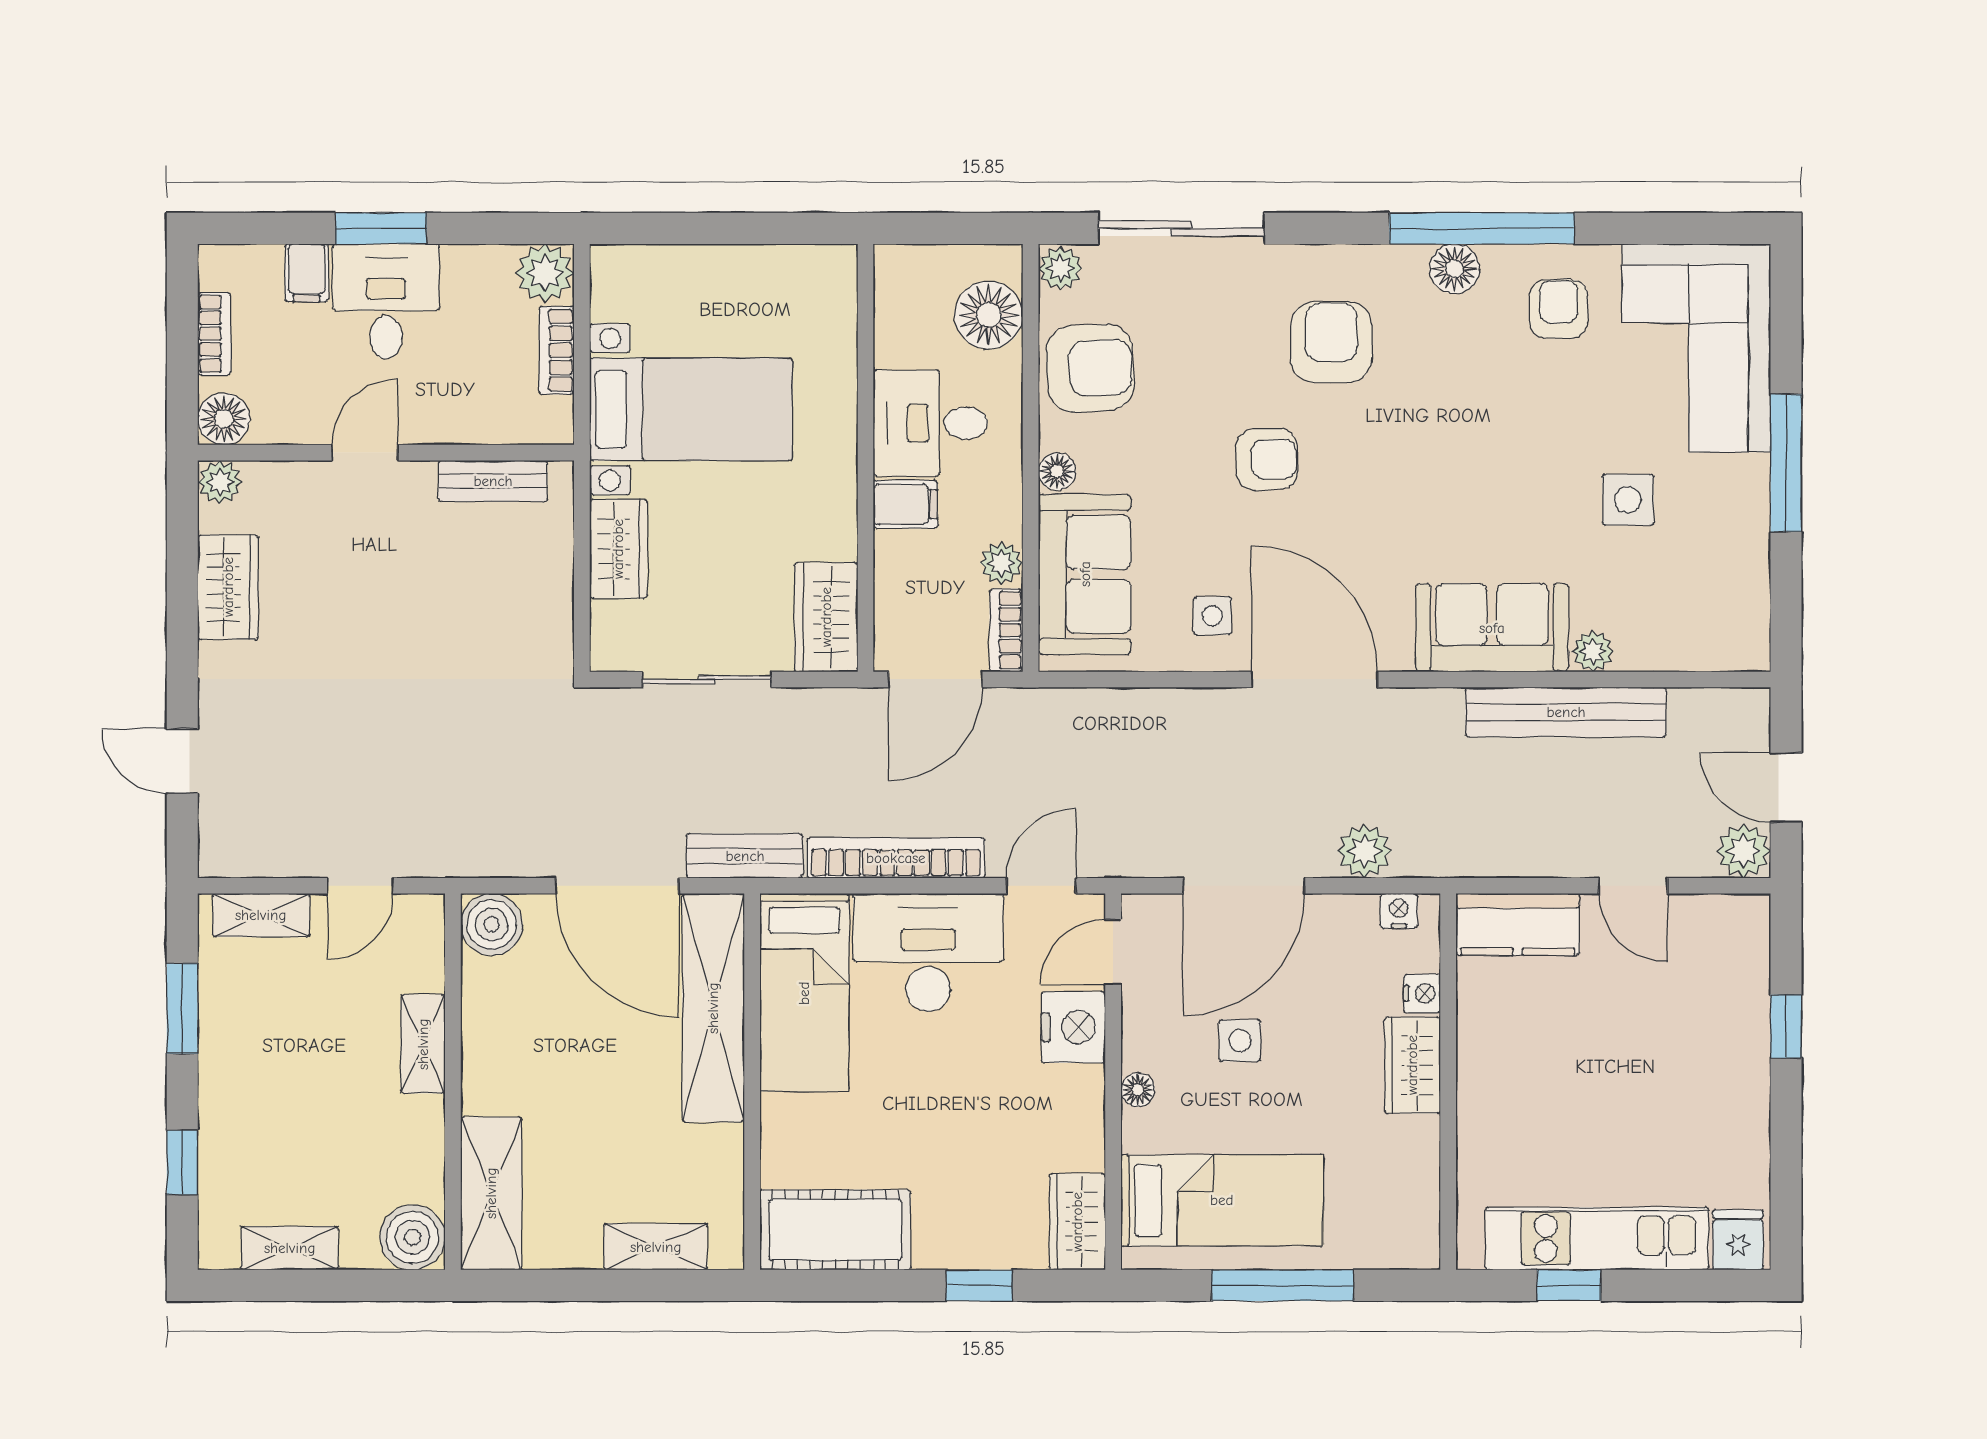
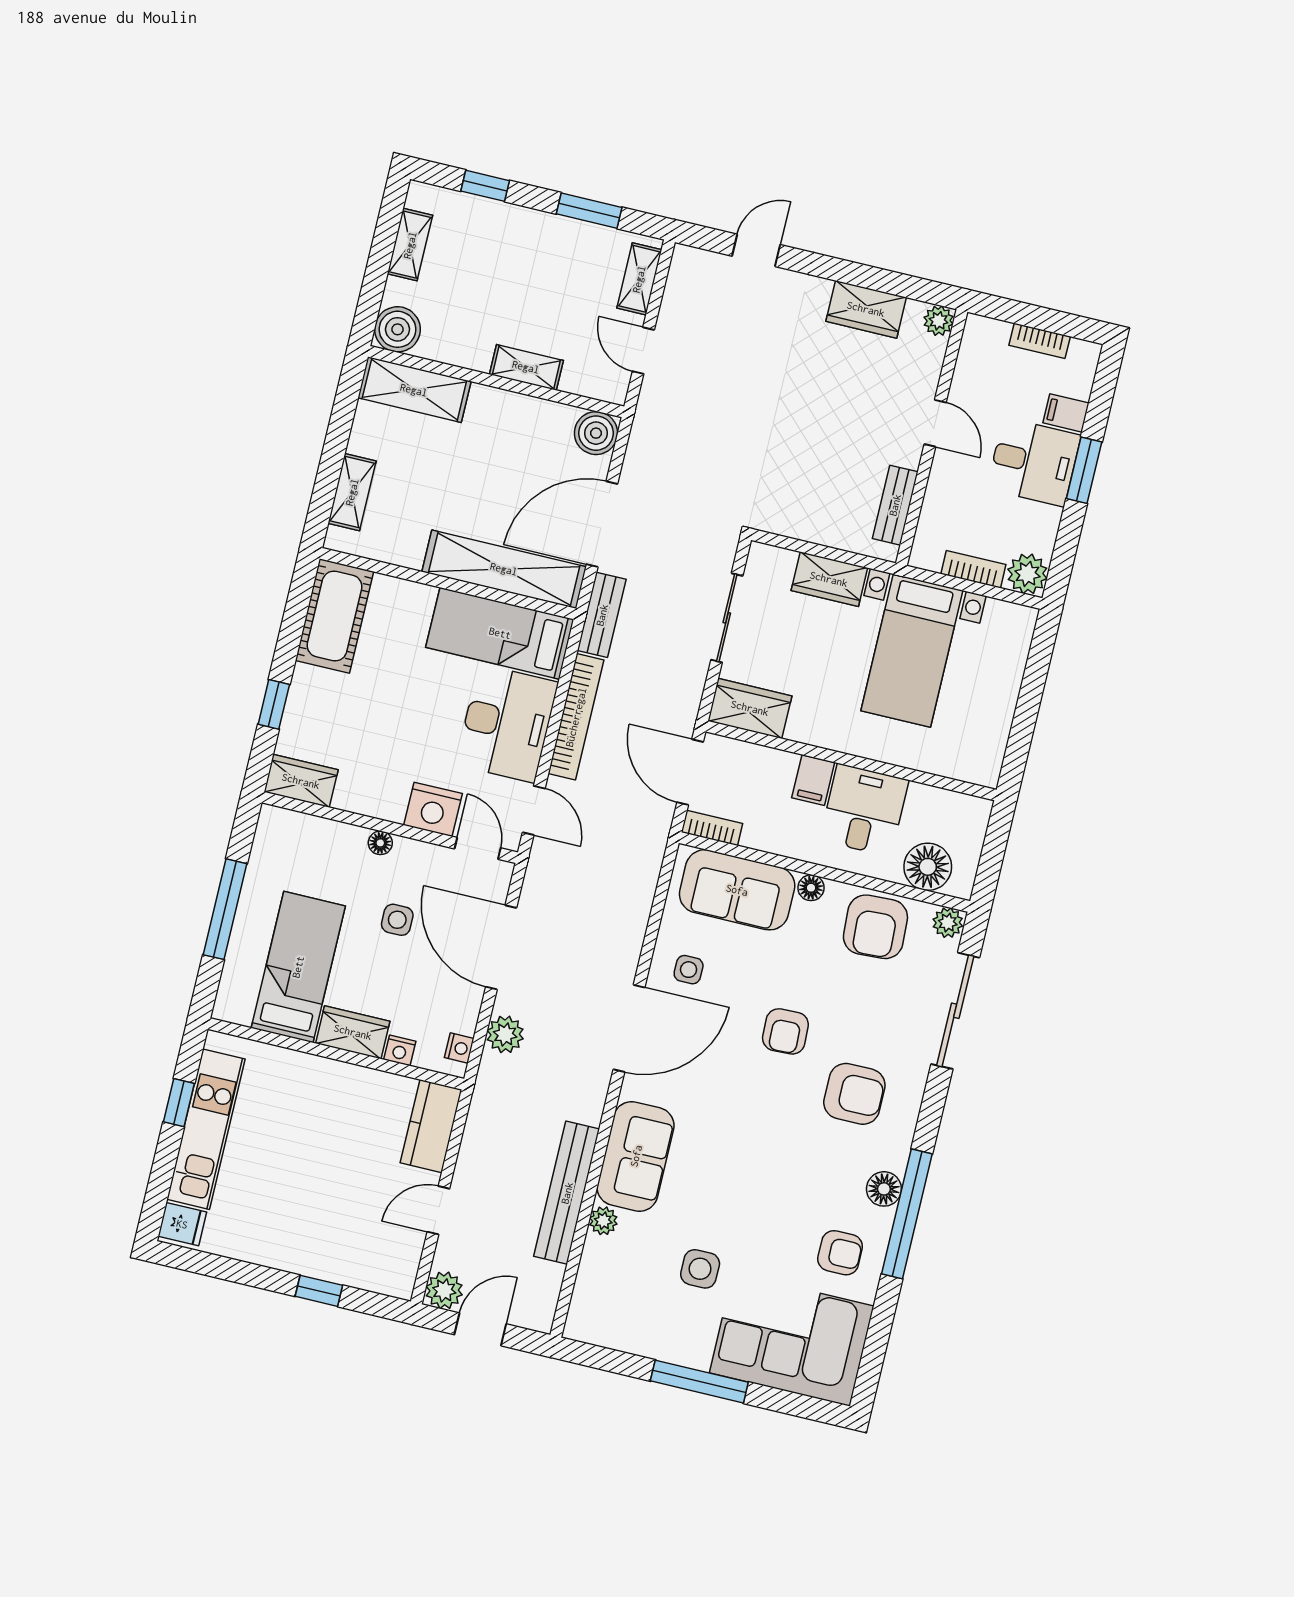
floor lamp: (224, 419) -> (981, 333), removed
plant: (1001, 563) -> (758, 835), removed
bed: (1222, 1200) -> (298, 967), moved, turned 180

